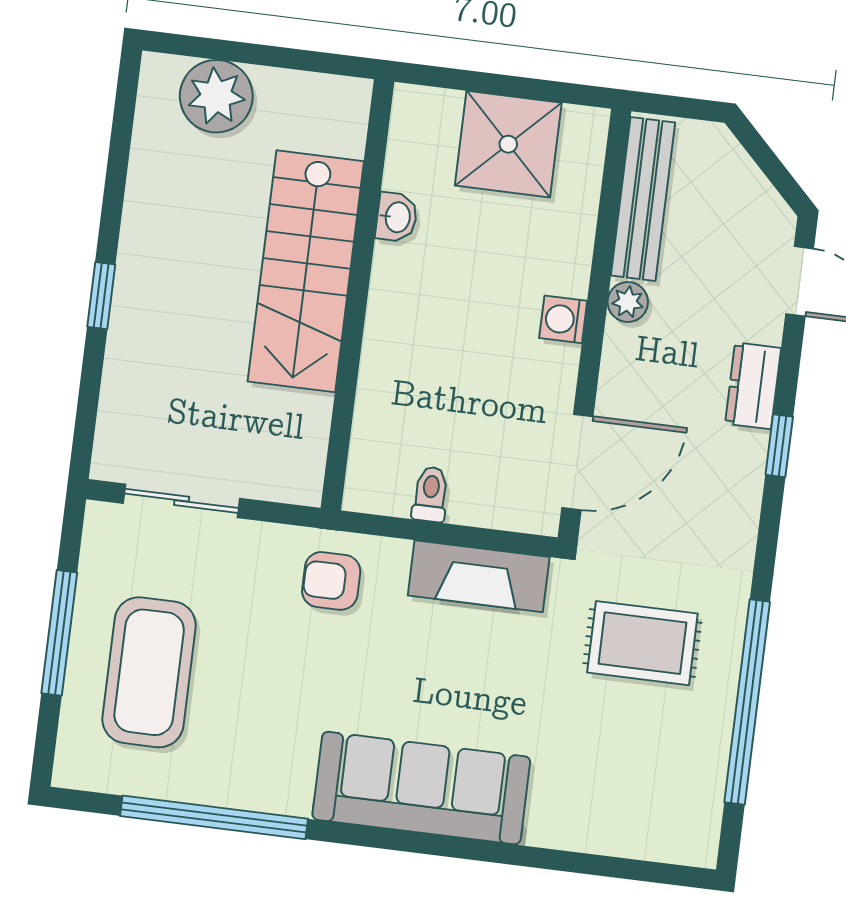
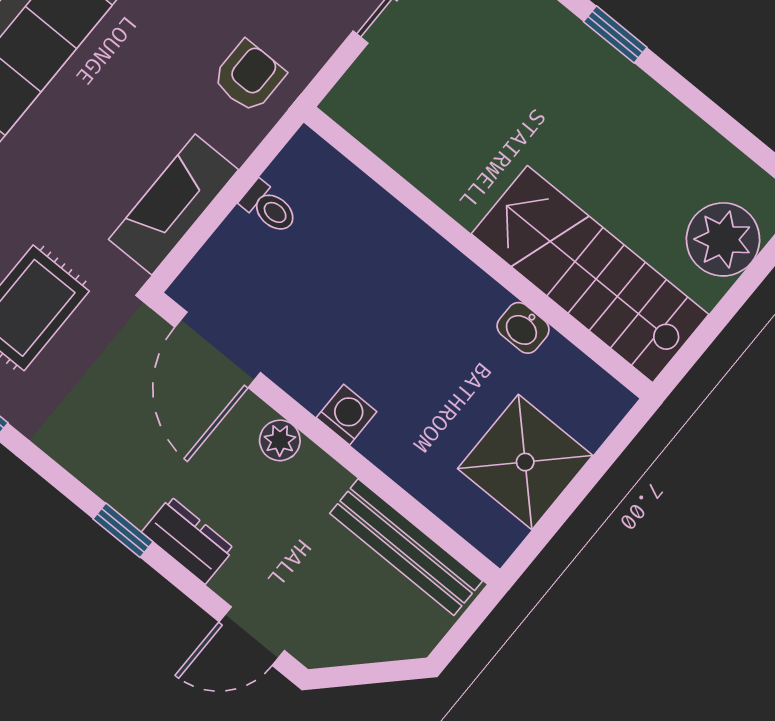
stairs: (306, 271) -> (590, 274), moved
plant: (628, 302) -> (280, 440), moved

